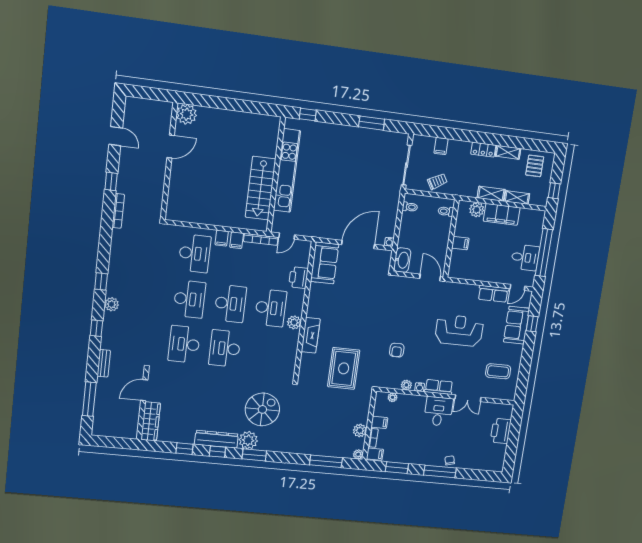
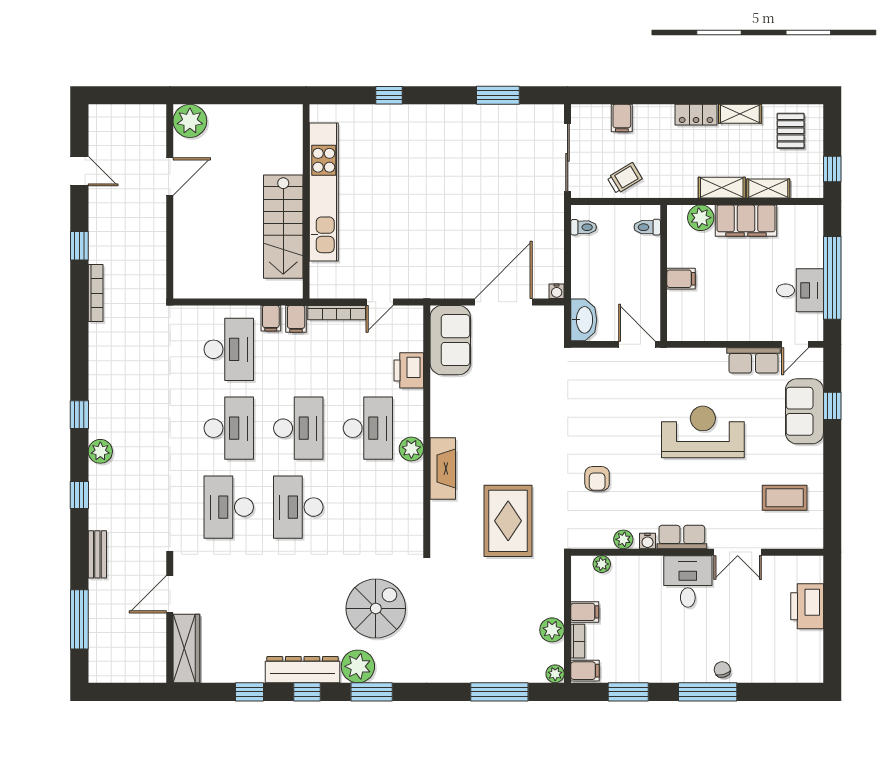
kitchen unit: (287, 171) -> (324, 192), moved
wall: (276, 175) -> (306, 201), moved
stairs: (261, 188) -> (283, 227), moved

